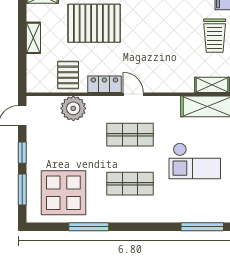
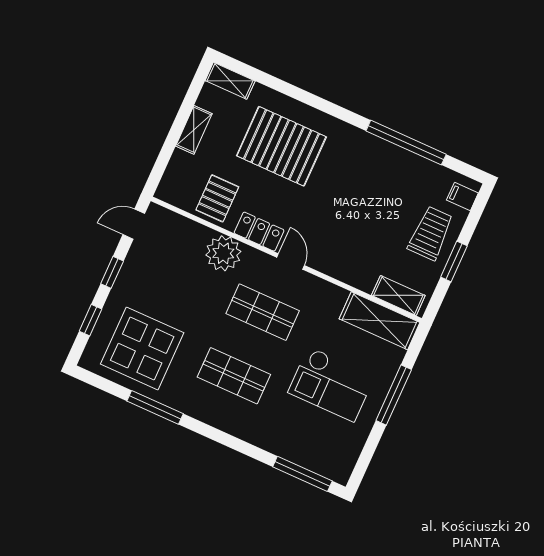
trolley: (215, 36) -> (431, 233), turned 180
plant: (73, 108) -> (223, 253), moved
window: (22, 190) -> (90, 320), width x0.67

